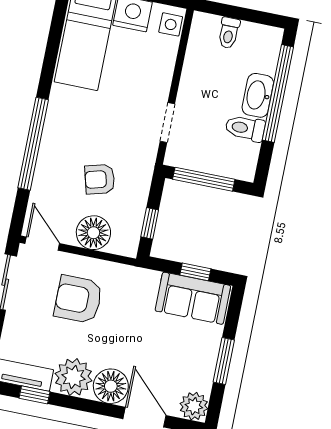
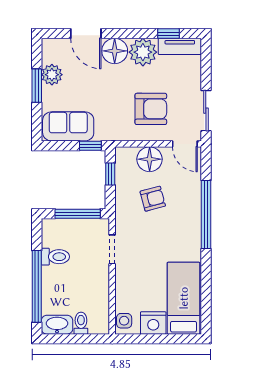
washbasin: (258, 95) -> (57, 325), moved, turned -90
window: (195, 272) -> (90, 146), moved
plant: (194, 406) -> (52, 75), moved

